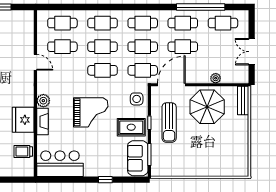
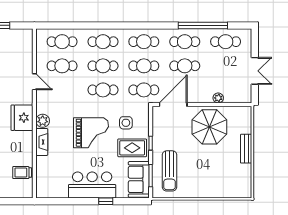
double door: (252, 52) -> (255, 71), swing flipped
side table: (137, 99) -> (126, 123), moved
bench: (243, 100) -> (246, 149), moved
fridge: (23, 120) -> (22, 118), moved
sun lounger: (169, 123) -> (169, 171), moved
bar counter: (60, 164) -> (92, 185), moved

